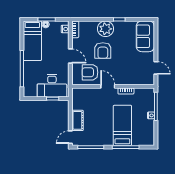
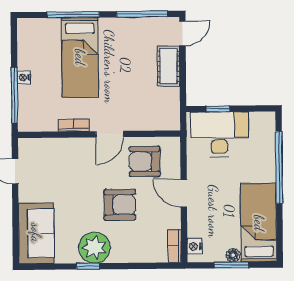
plant: (106, 29) -> (94, 248), moved
armchair: (103, 50) -> (120, 205), turned 90
armchair: (90, 72) -> (145, 161), turned 180
door: (108, 86) -> (110, 134), hinge flipped

